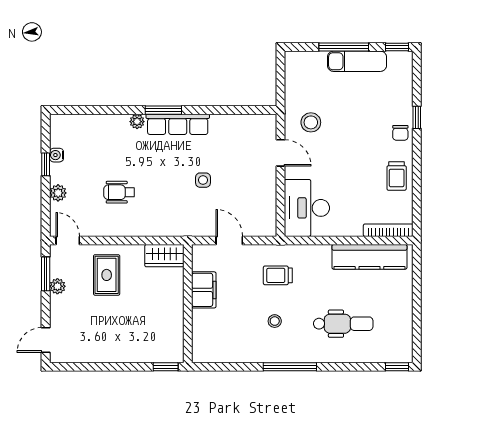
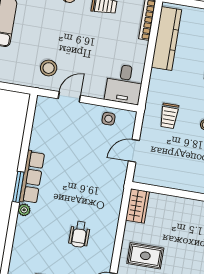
side table: (203, 180) -> (109, 119), moved
desk: (307, 208) -> (124, 84), width x0.73
filing cabinet: (204, 290) -> (171, 178), removed

